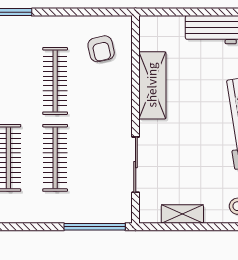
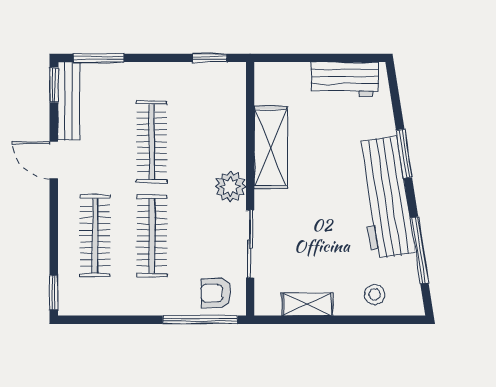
window: (103, 12) -> (210, 58), added
armchair: (101, 49) -> (216, 293), moved, turned 103
plant: (119, 118) -> (230, 187), added

